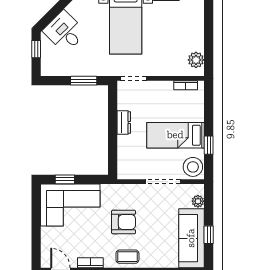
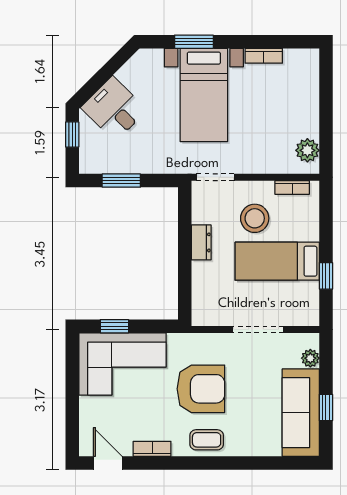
window: (84, 81) -> (121, 181), moved
stool: (193, 167) -> (255, 218), moved
armchair: (124, 222) -> (201, 389), width x1.36, depth x1.36

